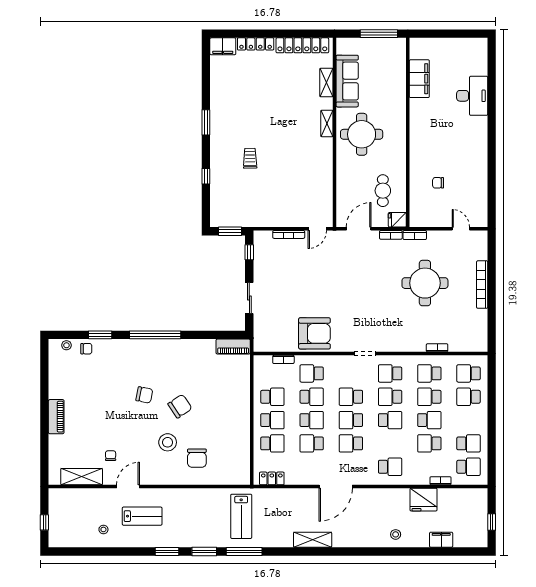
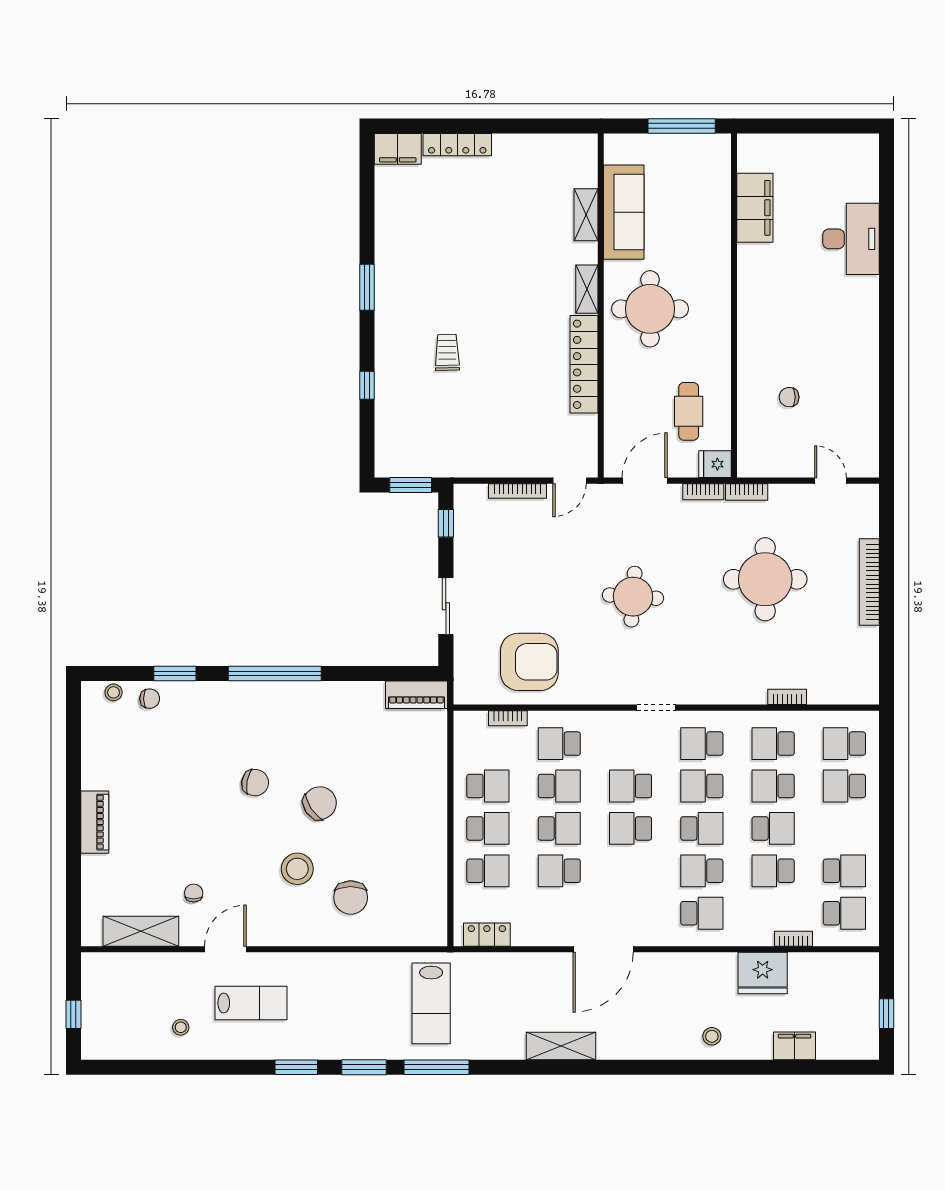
locker: (302, 45) -> (584, 364), moved, turned 90
round table: (352, 293) -> (633, 597), added
armchair: (314, 333) -> (529, 662), moved
school desk: (351, 443) -> (702, 871), moved

